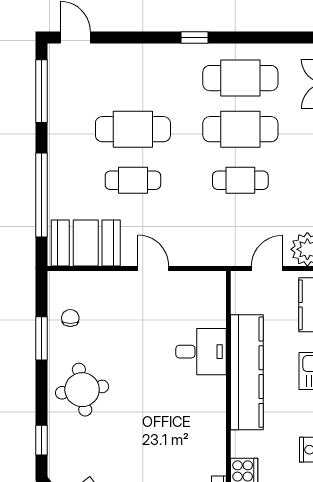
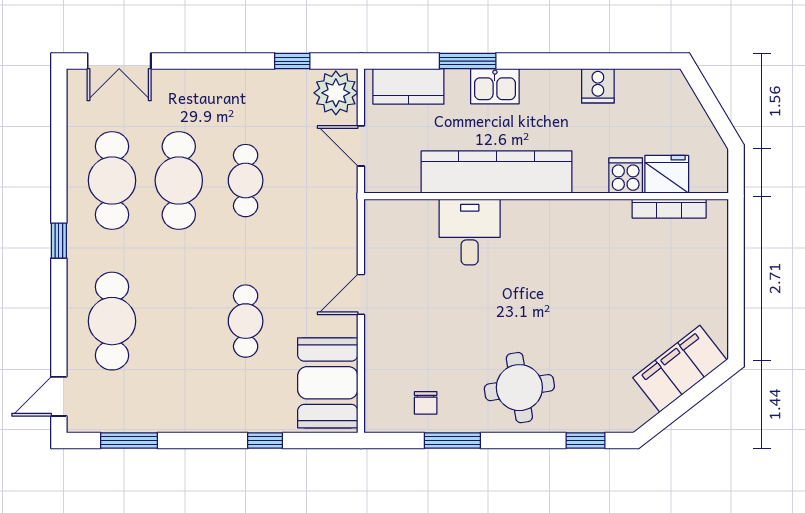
window: (42, 91) -> (129, 441), width x0.69
cafe table: (133, 129) -> (112, 321), moved
window: (42, 195) -> (265, 441), width x0.32
chair: (70, 318) -> (426, 403), turned -90

